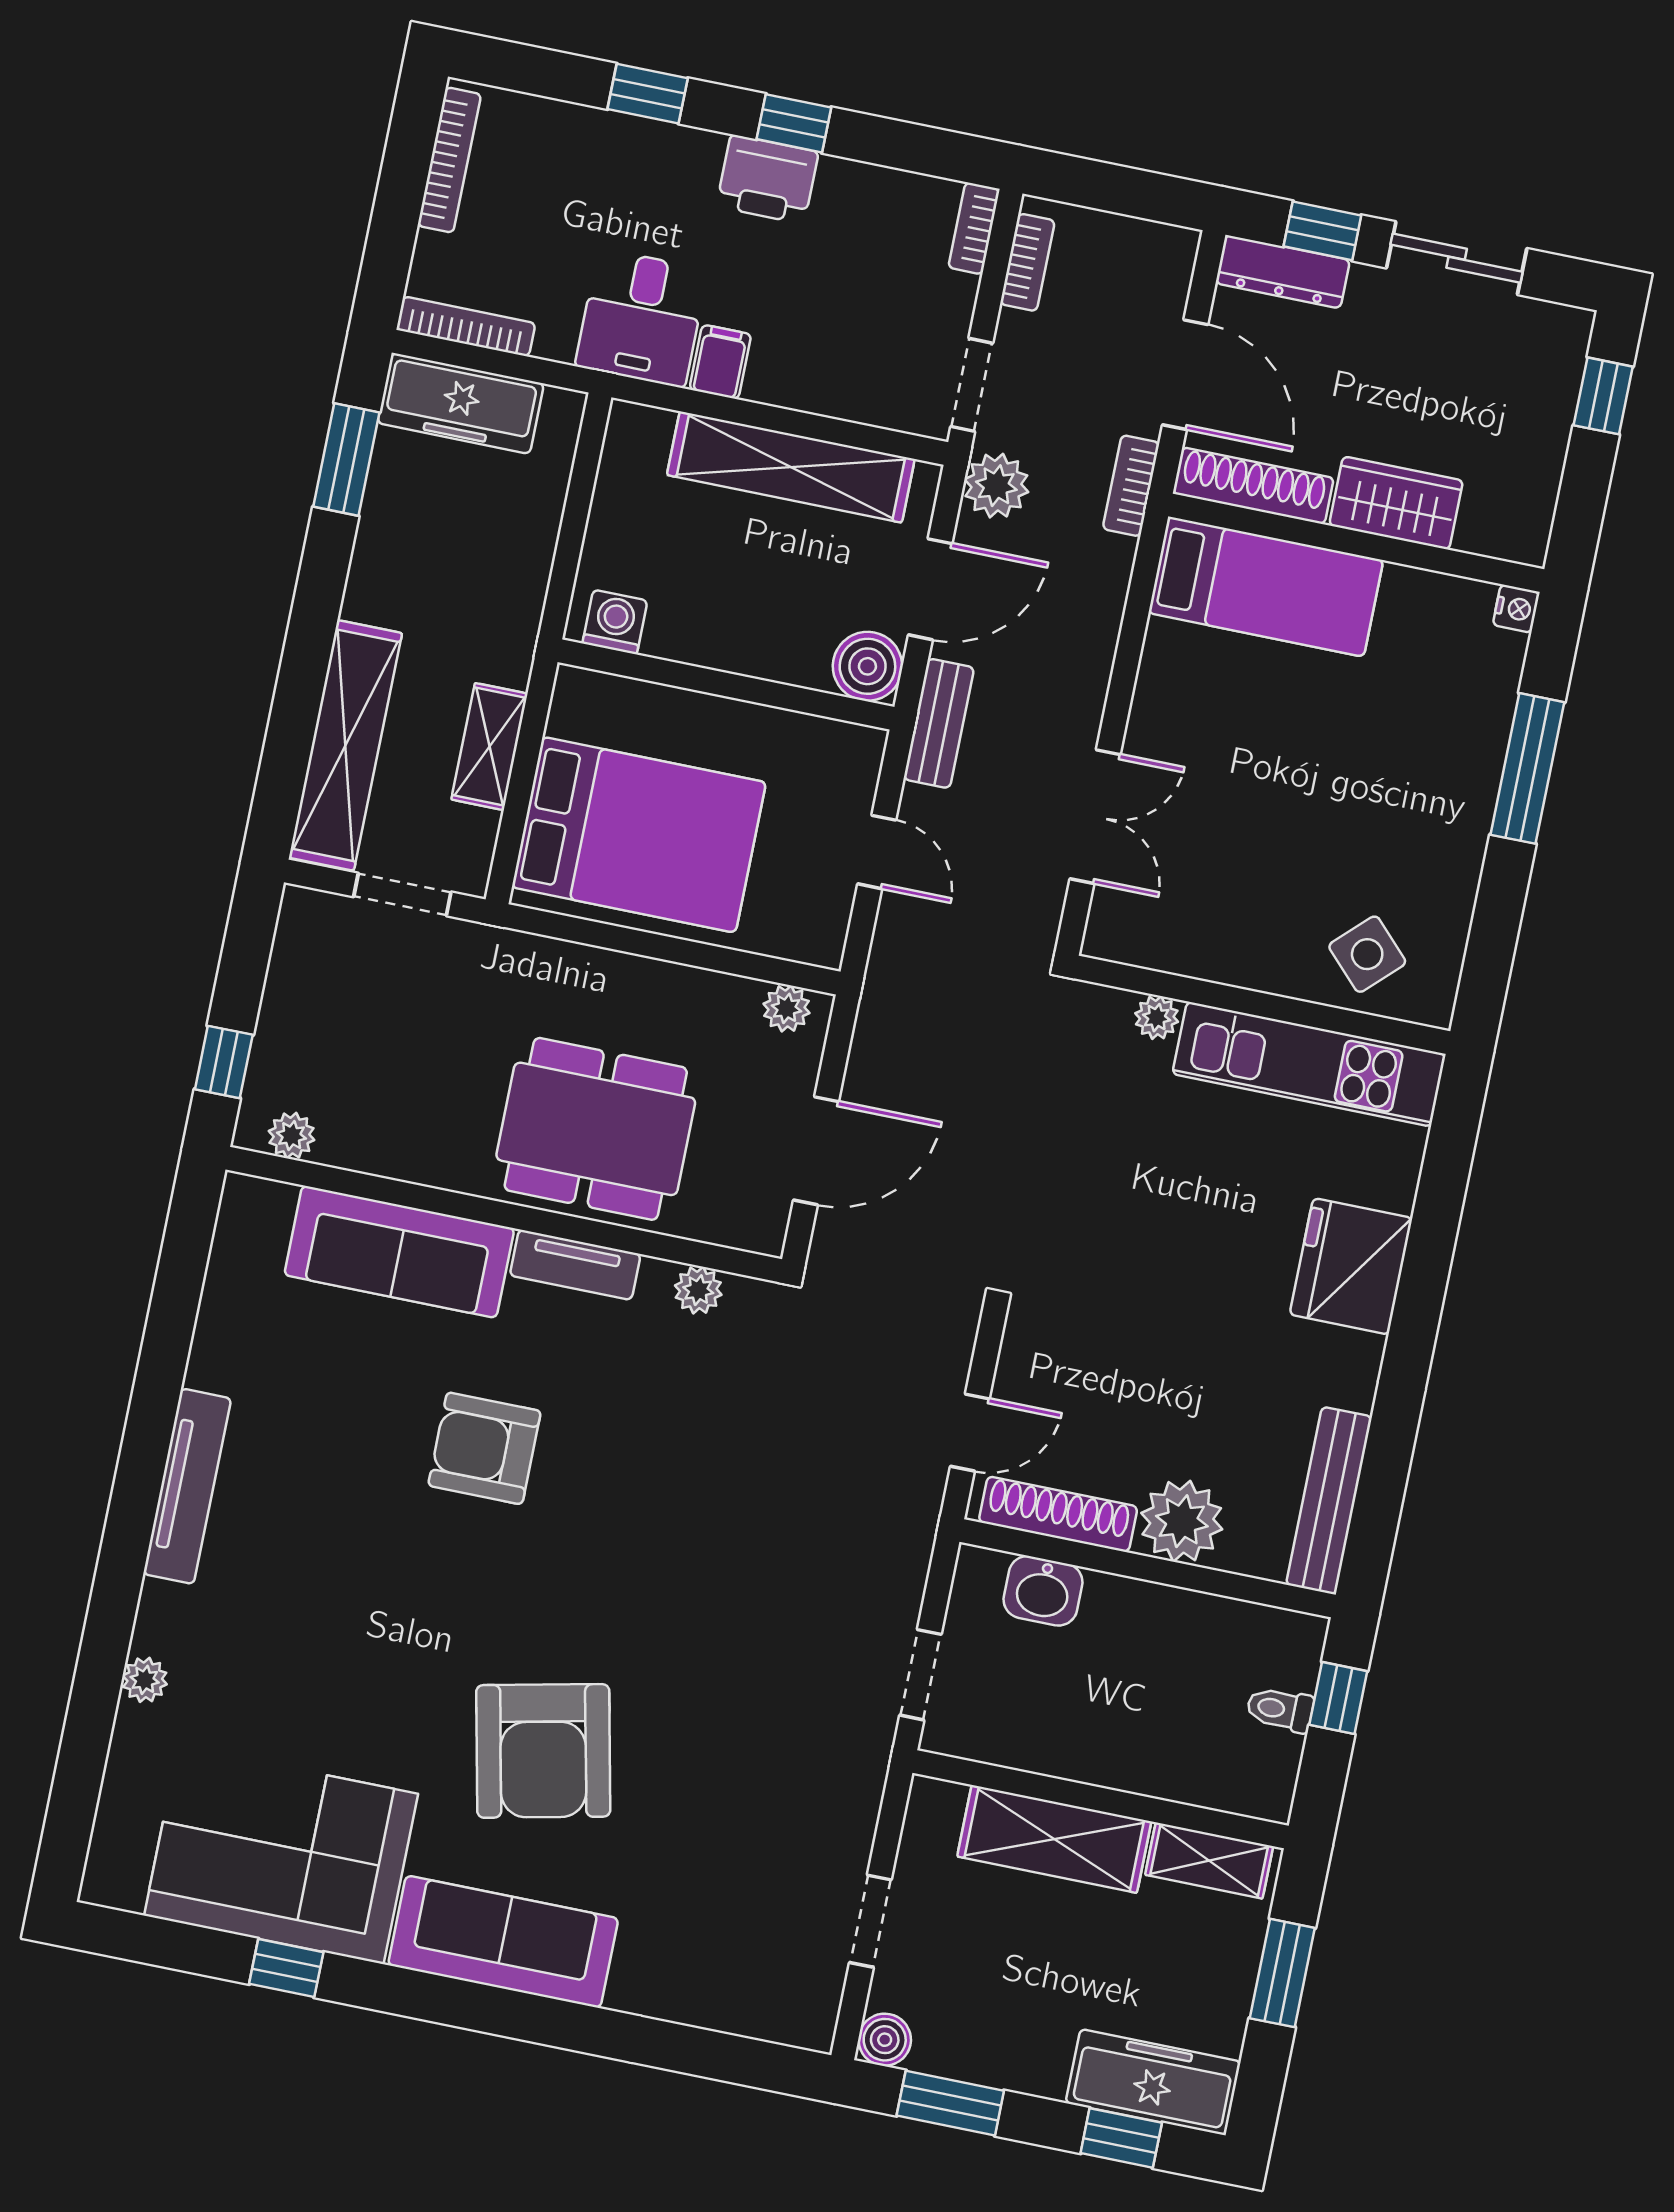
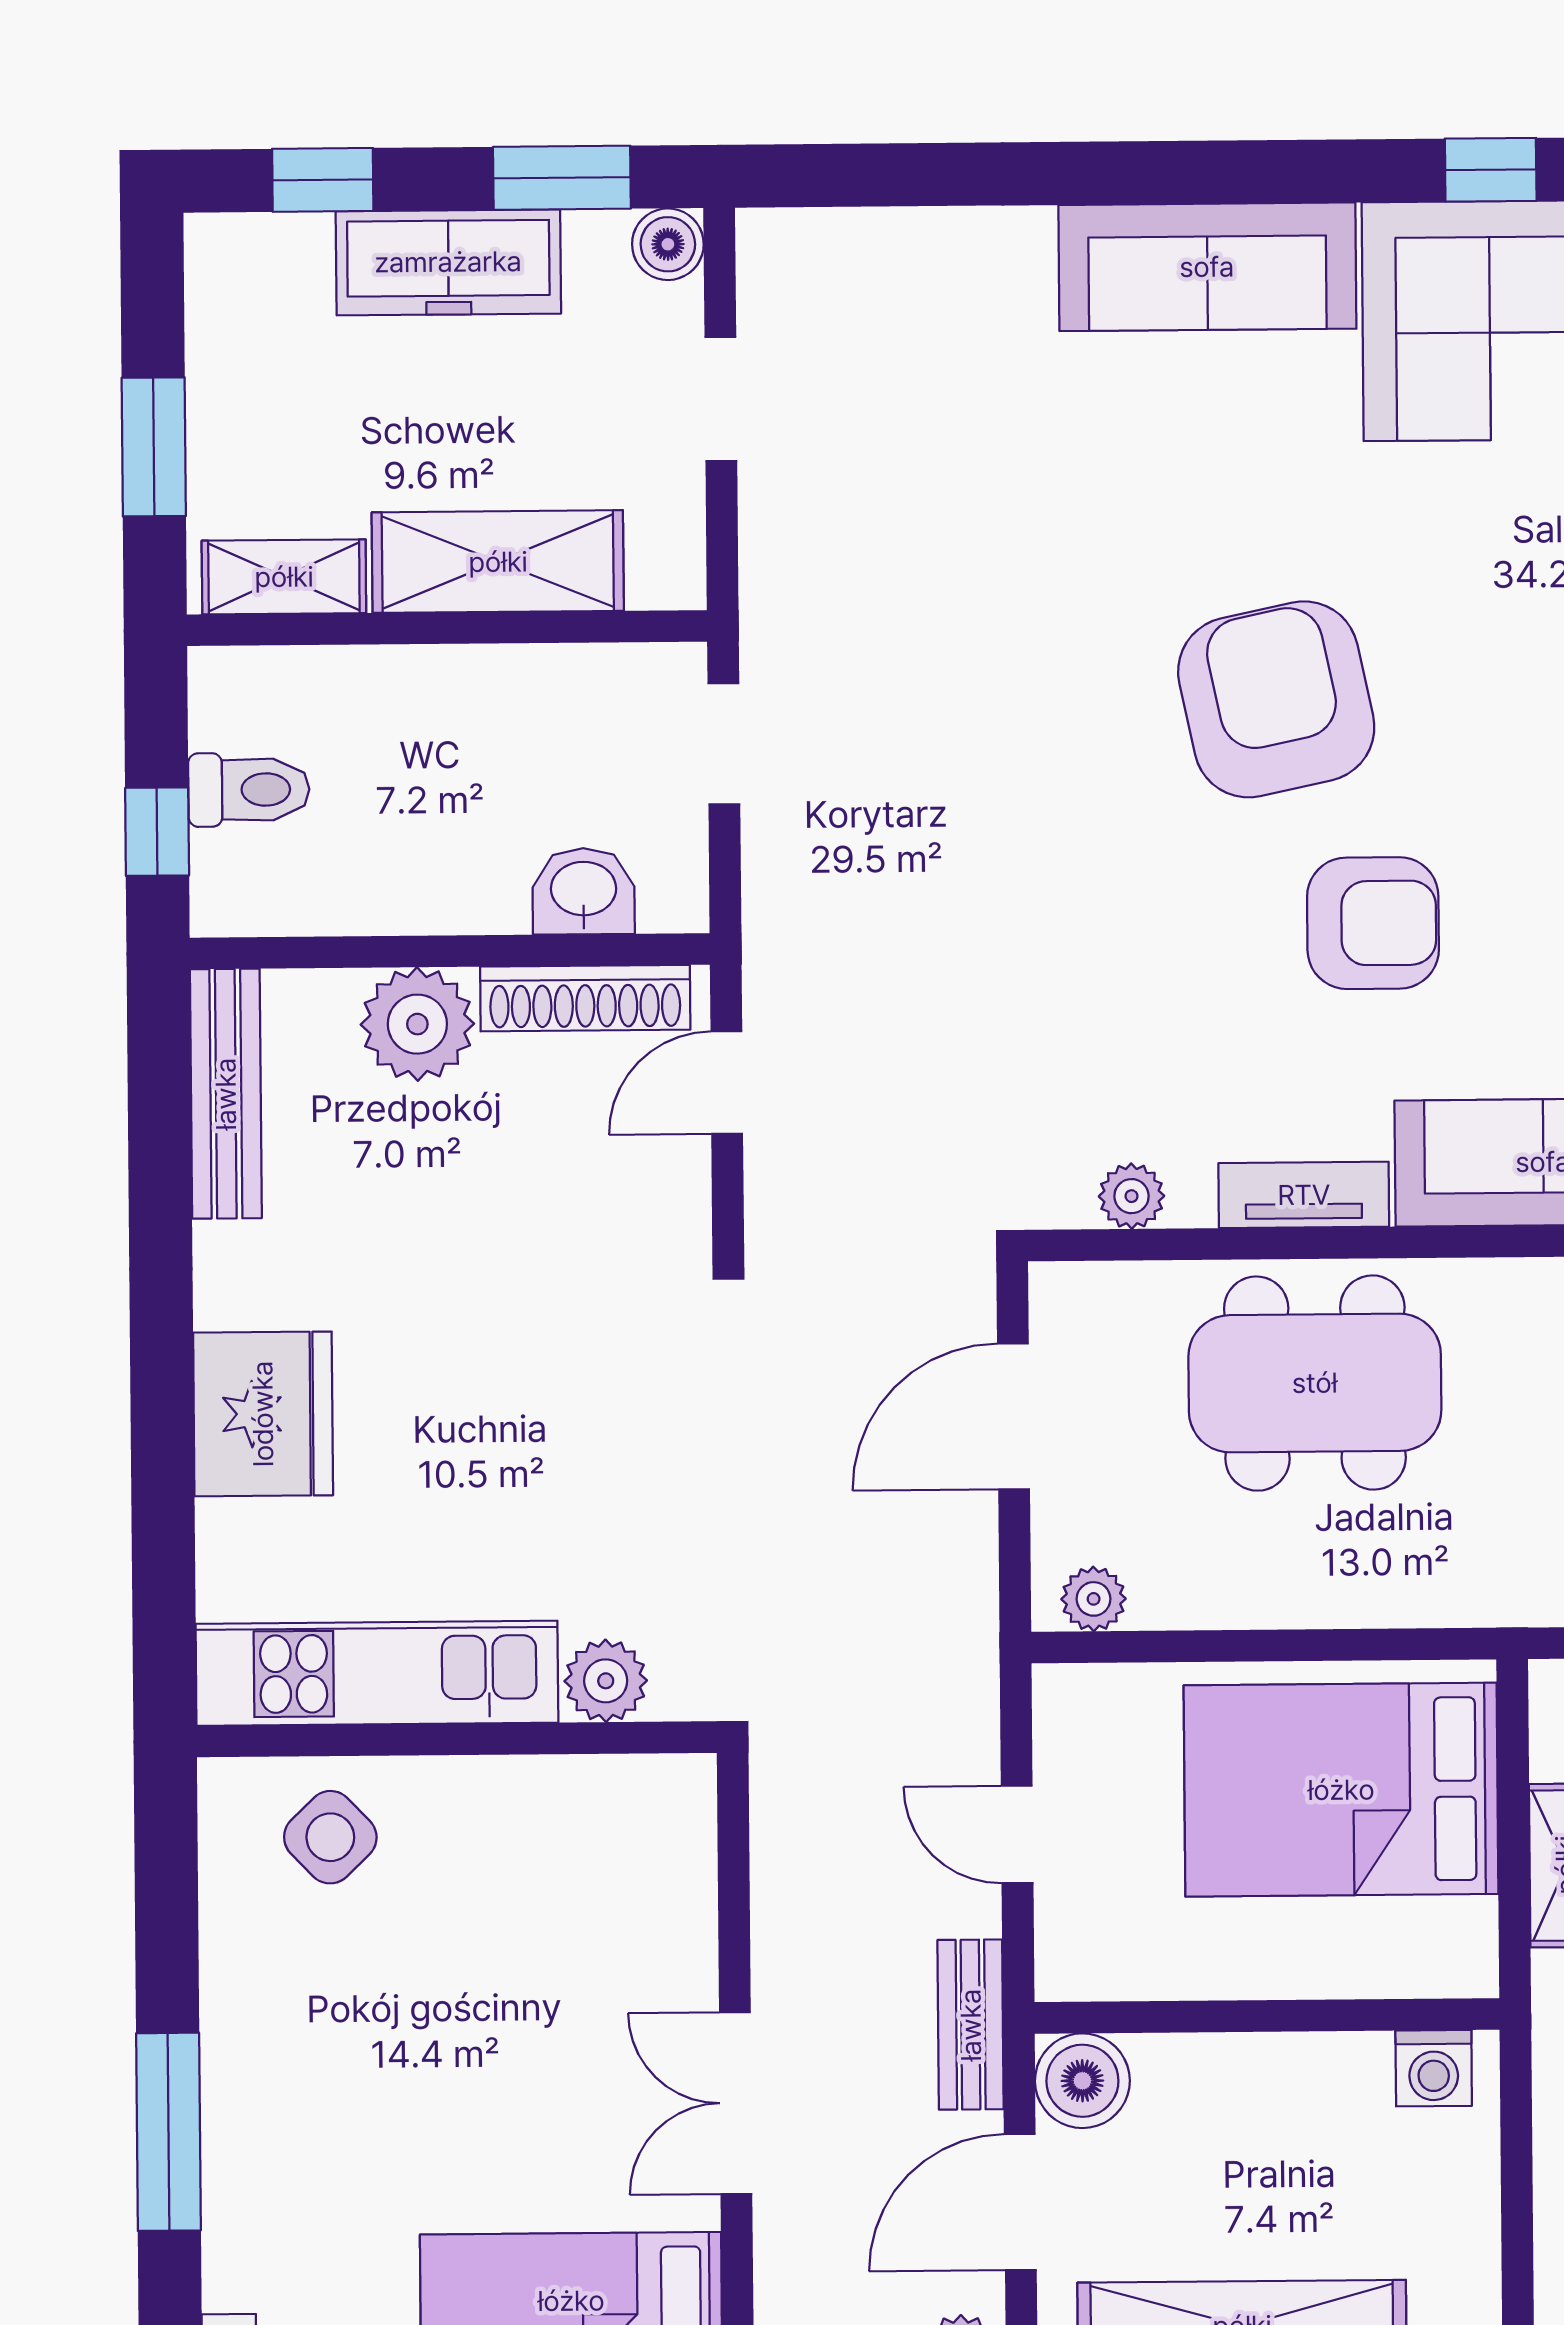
double door: (1095, 817) -> (736, 2103), moved
plant: (1157, 1018) -> (606, 1681), width x1.38, depth x1.38
toilet: (1280, 1709) -> (249, 790), width x1.37, depth x1.39
armchair: (543, 1751) -> (1276, 699), moved
freezer: (1153, 2082) -> (448, 262), moved

